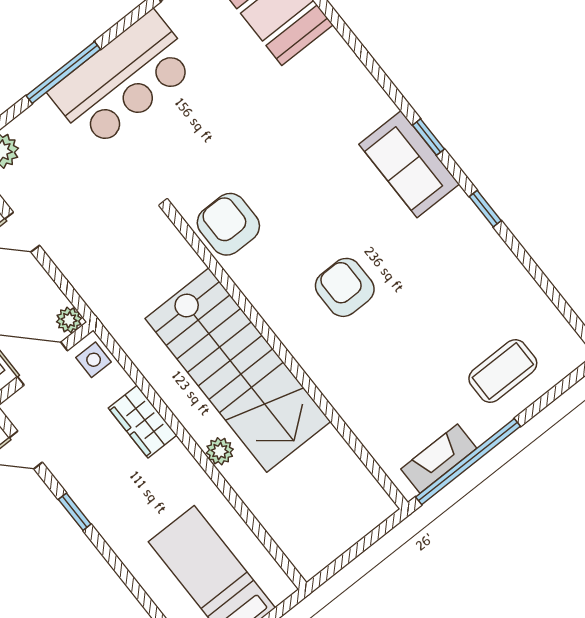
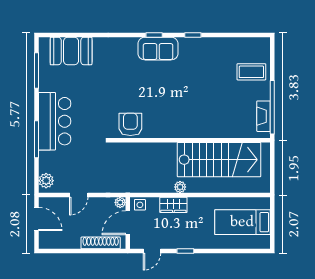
armchair: (228, 224) -> (130, 124), turned 90
armchair: (345, 287) -> (182, 102), removed
stairs: (238, 370) -> (219, 160), moved
coffee table: (503, 371) -> (251, 72), turned 90
plant: (220, 451) -> (180, 187), moved

